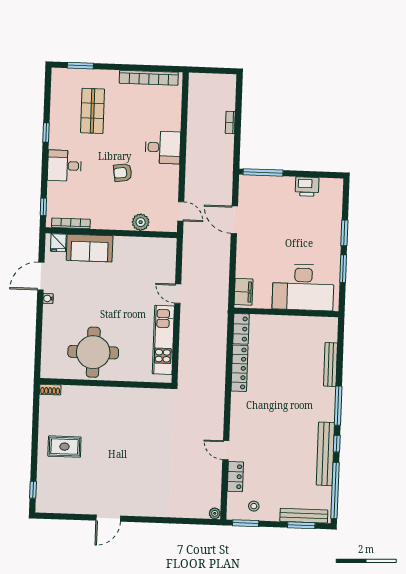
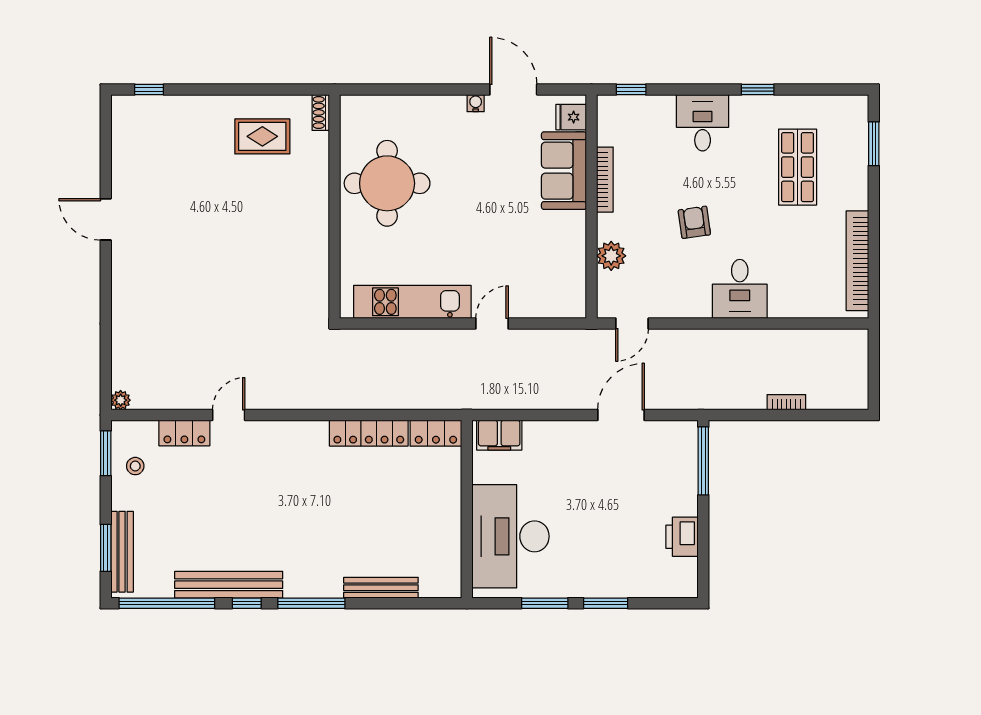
shop shelf: (93, 111) -> (798, 167), turned 90
bookcase: (71, 223) -> (605, 180), moved
rug: (64, 447) -> (262, 136), moved, turned 90

